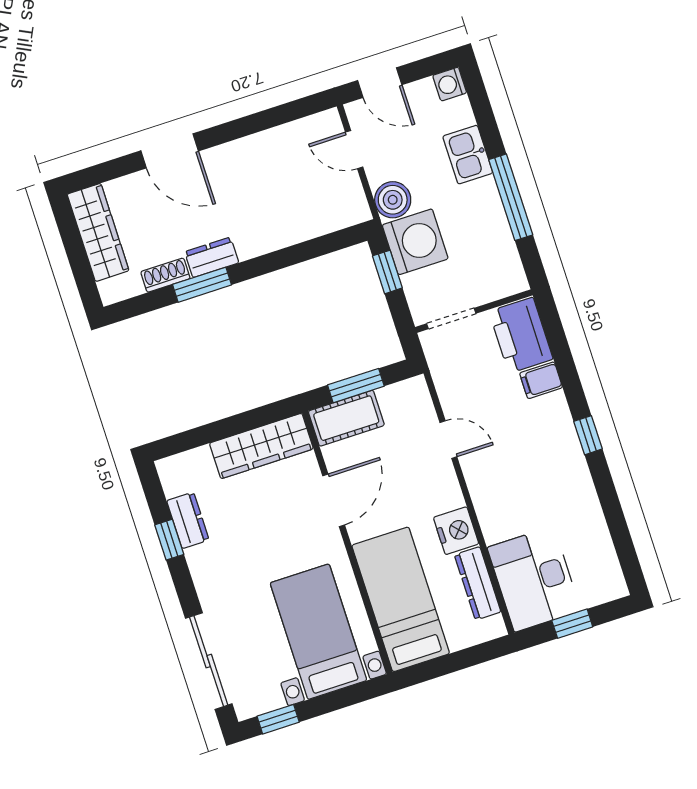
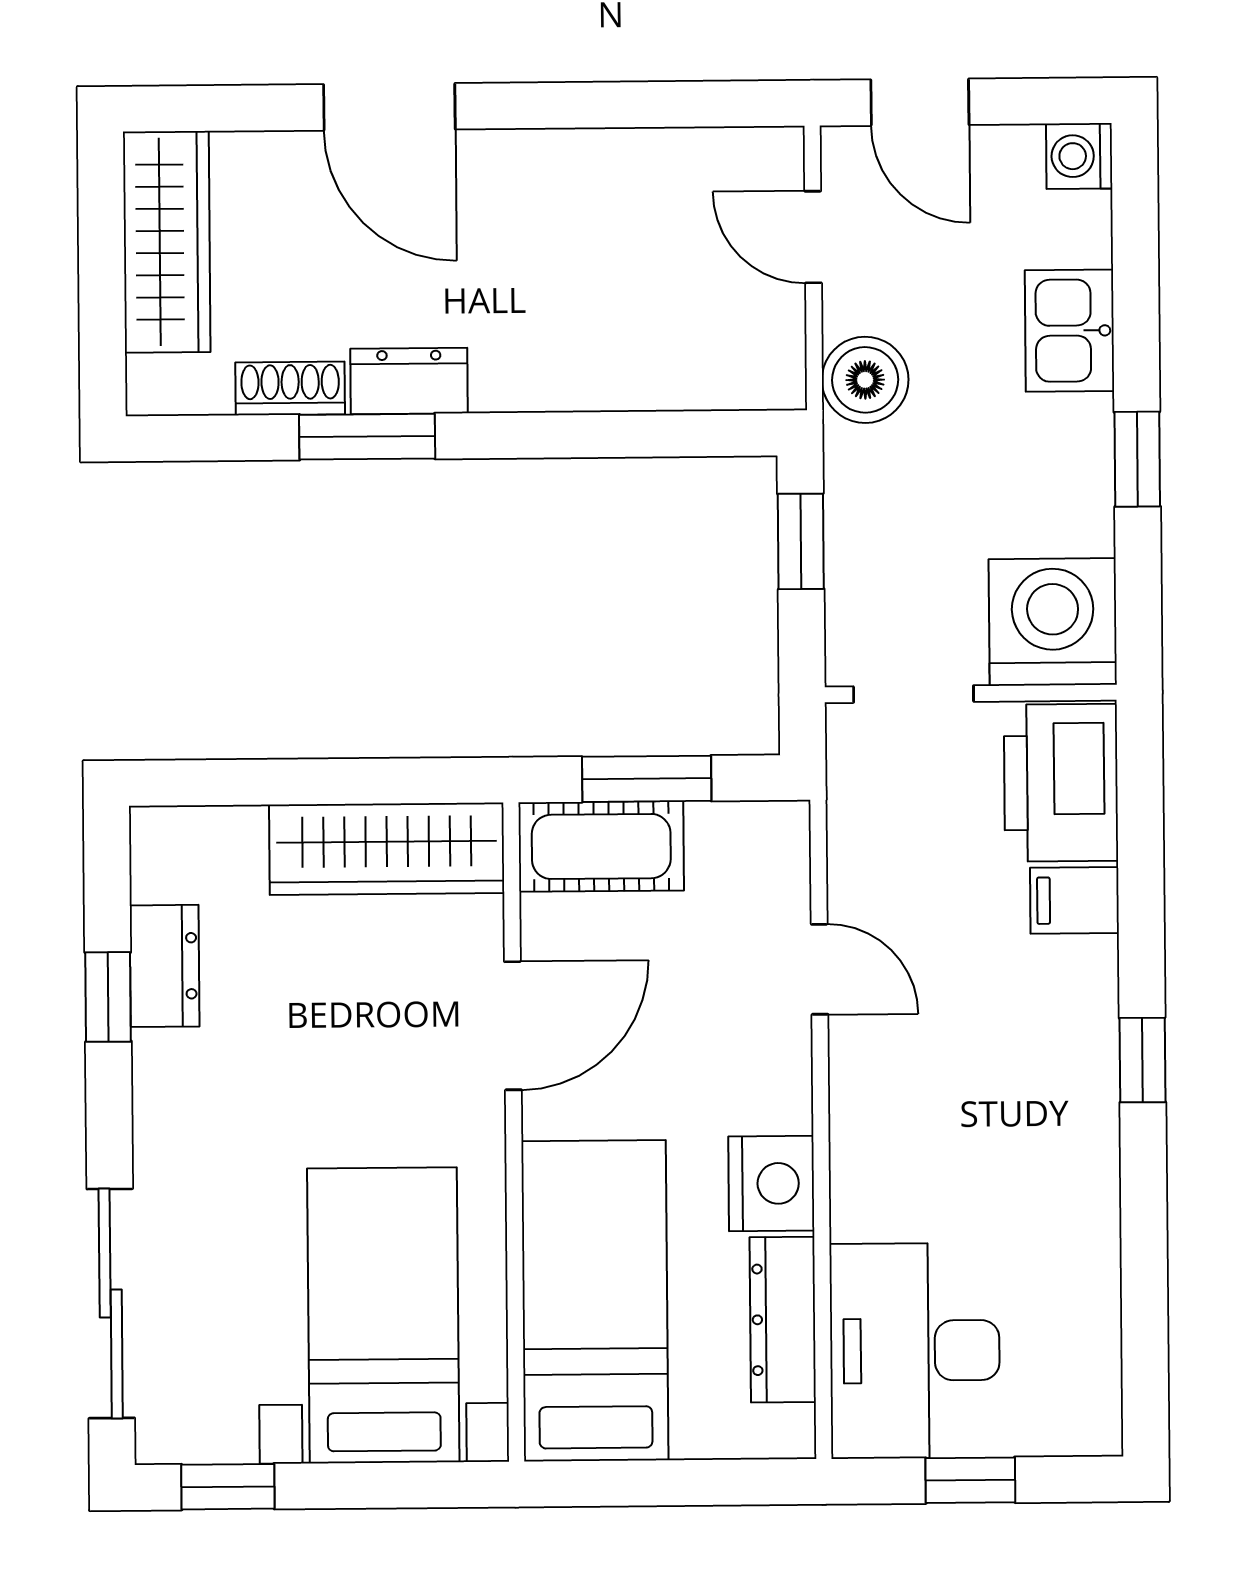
window: (511, 197) -> (1137, 459), width x0.46
washing machine: (415, 242) -> (1053, 622), moved, turned -90

